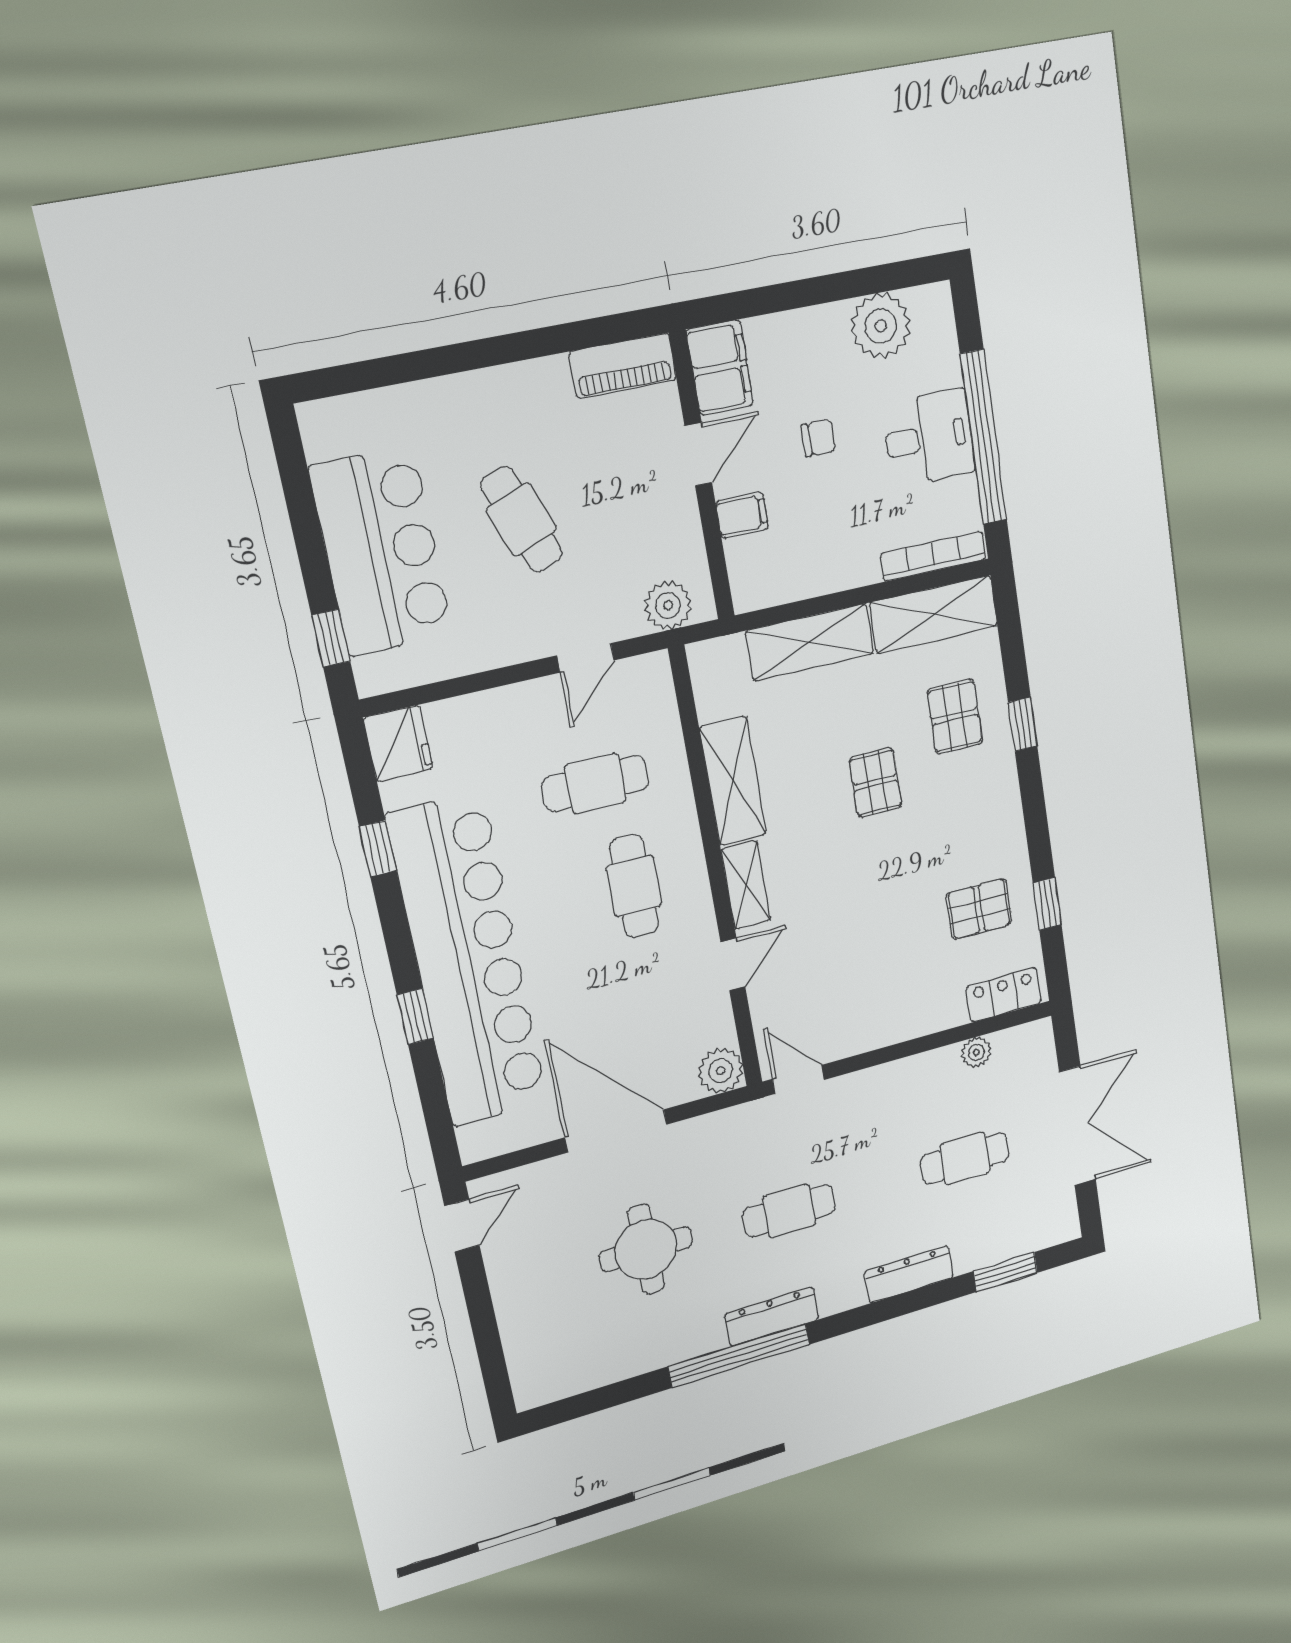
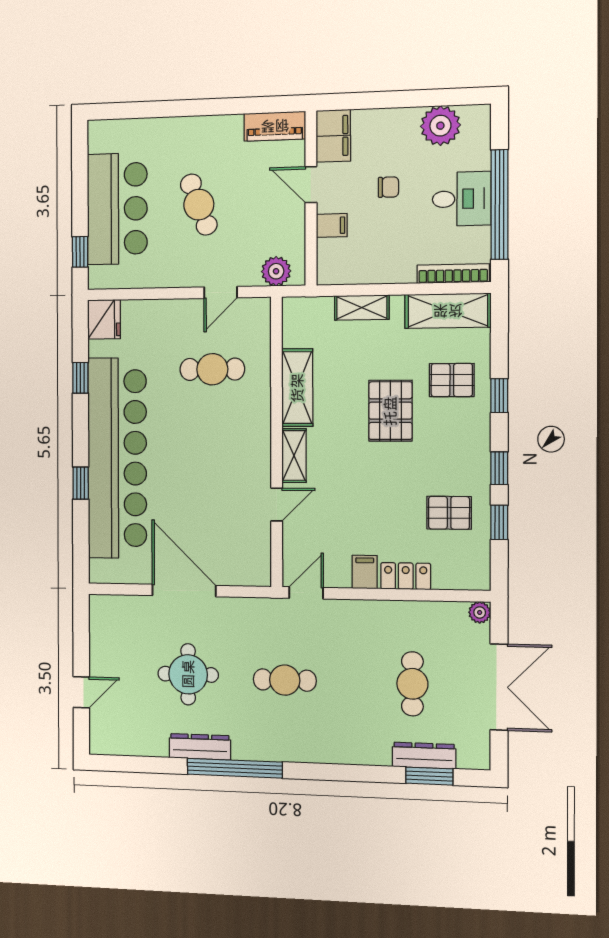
door: (698, 454) -> (311, 185), swing flipped
shelving: (810, 642) -> (362, 308), width x0.67, depth x0.75
pallet: (955, 717) -> (452, 380), turned 90
pallet: (875, 783) -> (390, 411), width x1.50, depth x1.42
window: (1037, 828) -> (499, 468), added
cafe table: (634, 886) -> (224, 438), removed
locker: (1004, 995) -> (406, 576), moved
filing cabinet: (876, 1025) -> (365, 572), added
plant: (976, 1052) -> (480, 612), moved
plant: (721, 1071) -> (257, 572), removed
door: (798, 1079) -> (306, 593), hinge flipped
cafe table: (965, 1158) -> (412, 684), turned 90
door: (462, 1226) -> (81, 692), moved
dresser: (909, 1274) -> (424, 756), moved
dresser: (772, 1317) -> (200, 747), moved

